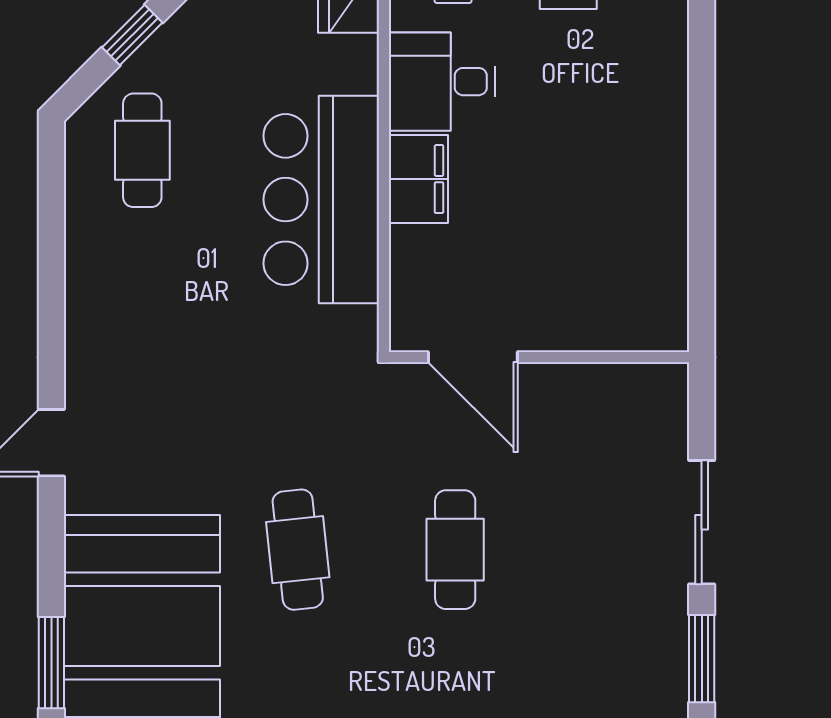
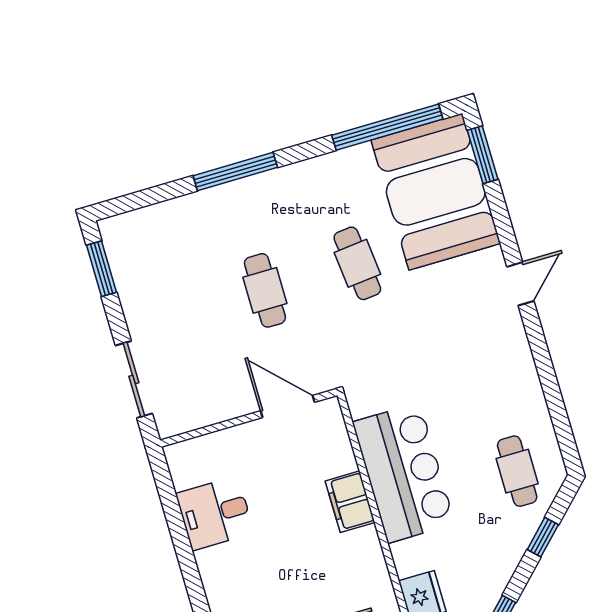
desk: (442, 82) -> (215, 513), moved, turned 180
sliding door: (702, 522) -> (134, 379), moved

